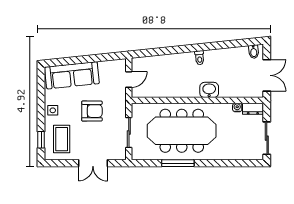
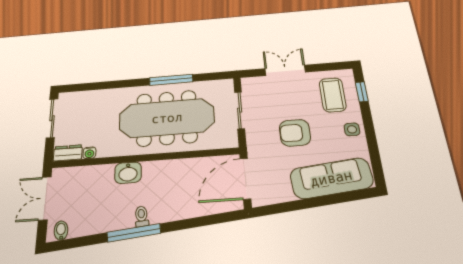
window: (205, 47) -> (134, 233), added
door: (129, 79) -> (245, 179), width x1.87

